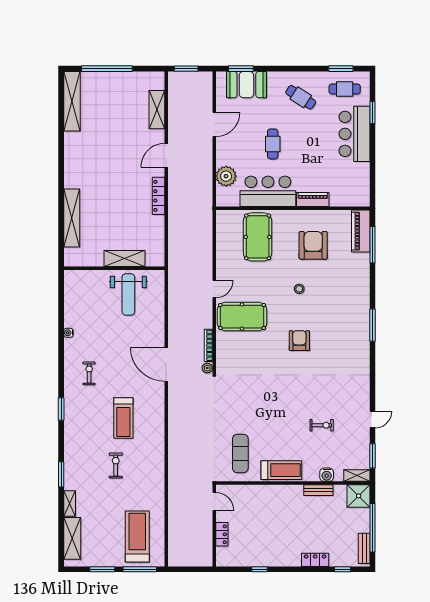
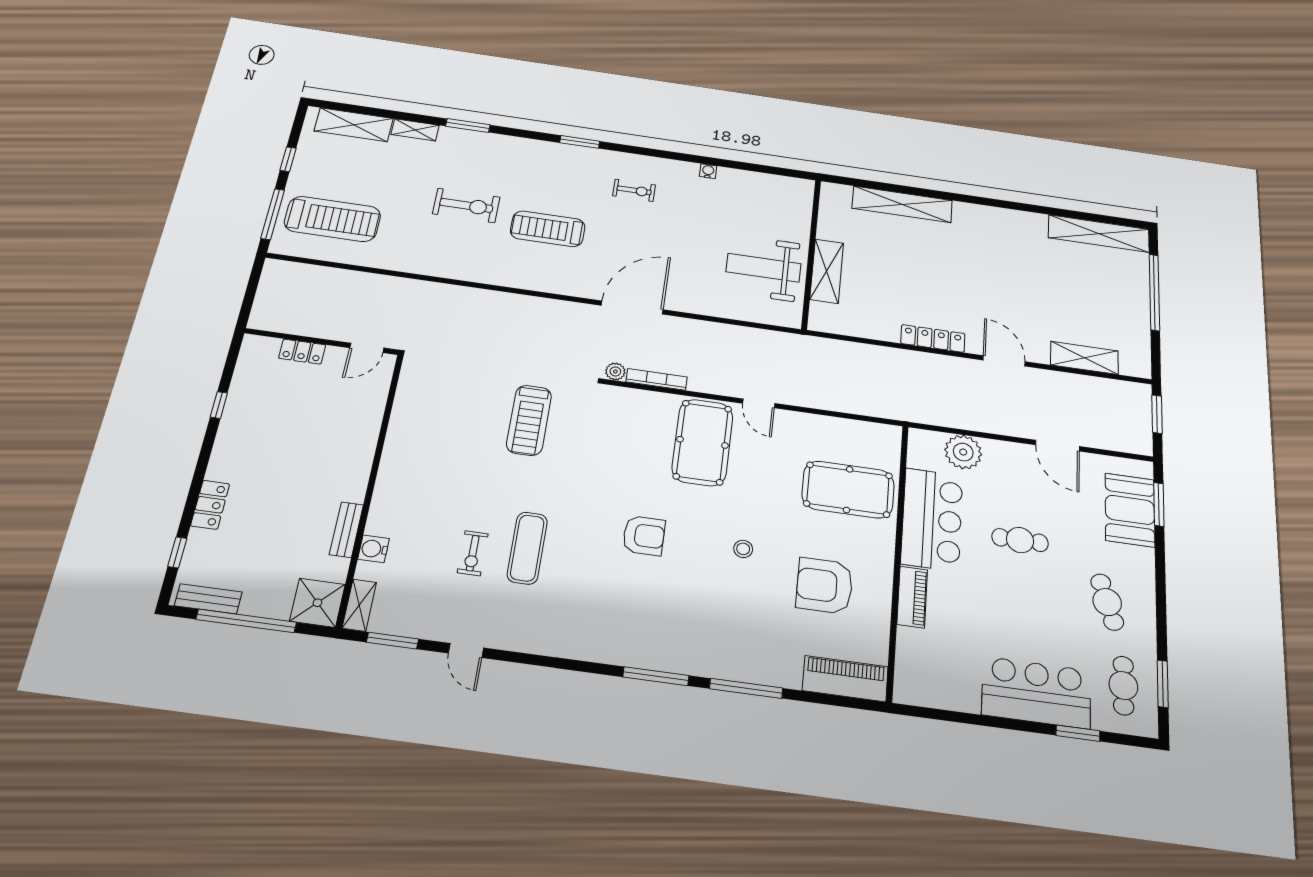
cafe table: (301, 97) -> (1107, 602), turned -51
armchair: (313, 245) -> (824, 586), turned 180
window: (373, 245) -> (746, 688), moved
exercise mat: (240, 453) -> (527, 548), moved, turned 90
exercise bike: (116, 465) -> (466, 205), width x1.38, depth x1.39
treadmill: (281, 470) -> (529, 420), moved
window: (102, 569) -> (288, 159), width x0.67

